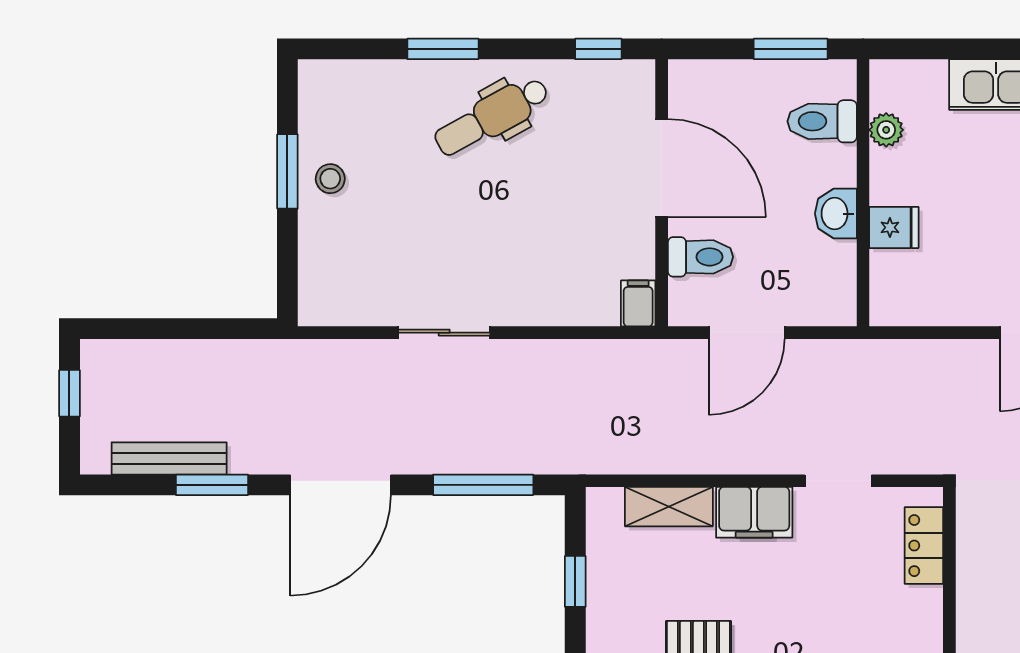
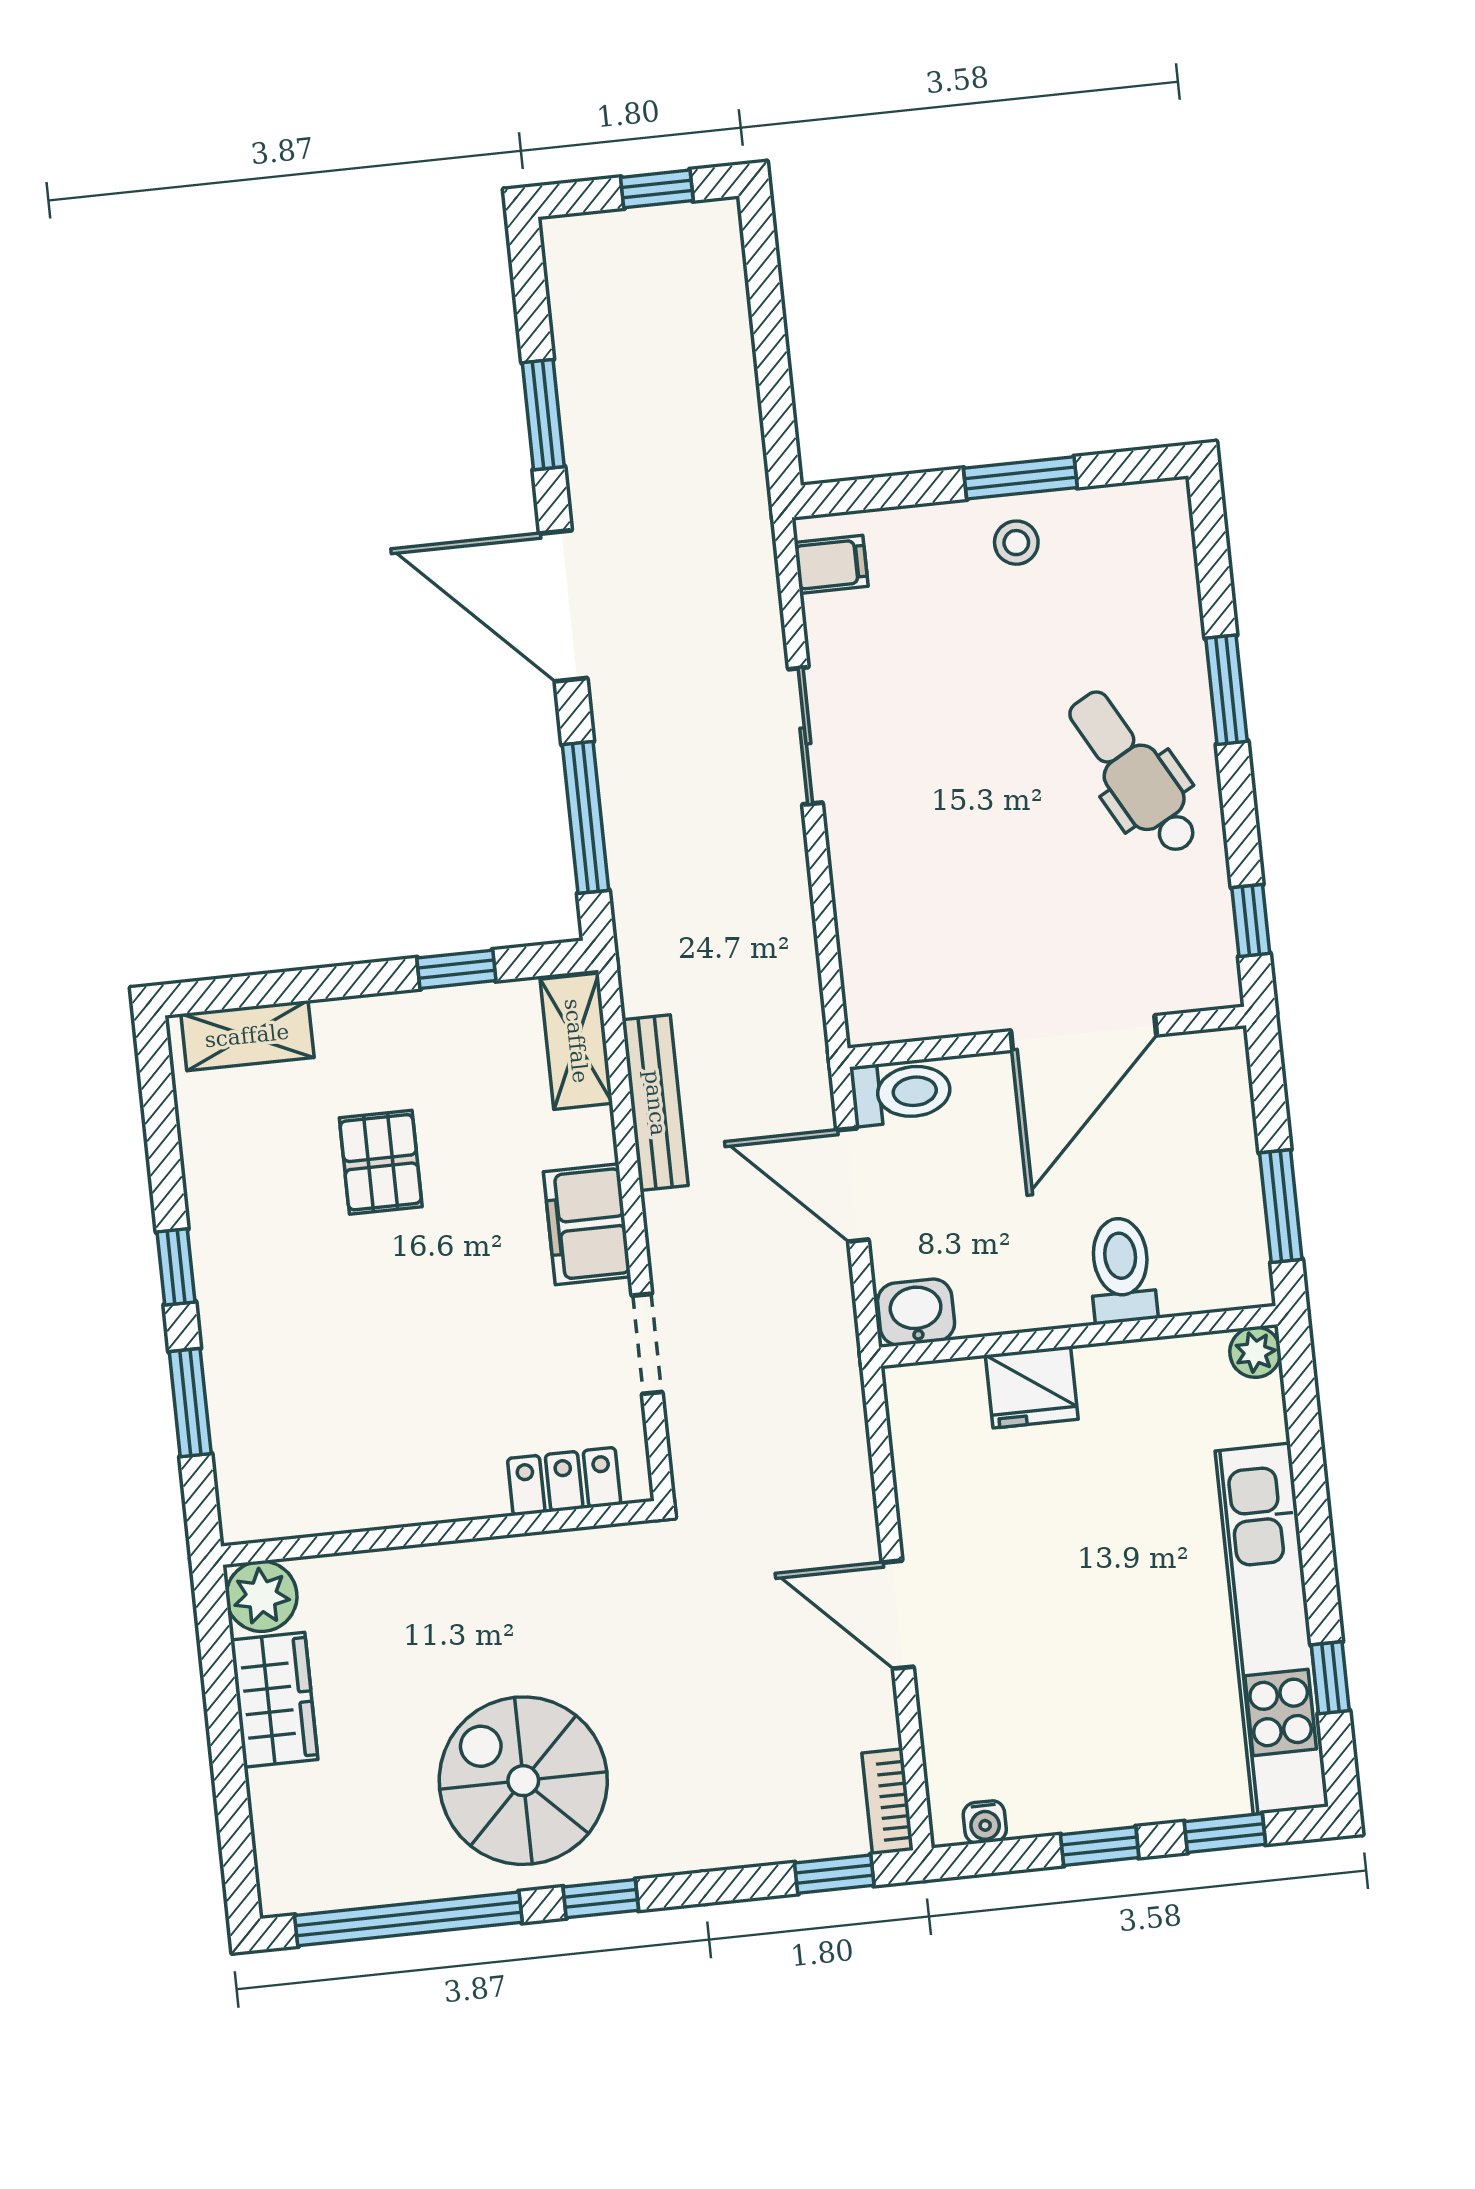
toilet: (822, 121) -> (1122, 1270), moved
plant: (886, 130) -> (1255, 1352), moved
washbasin: (836, 214) -> (916, 1312), moved
fridge: (894, 227) -> (1032, 1387), width x1.38
toilet: (700, 257) -> (901, 1093), moved, turned -90
filing cabinet: (638, 303) -> (831, 564), moved
bench: (169, 458) -> (655, 1103), moved
shelving: (669, 507) -> (576, 1041), moved

